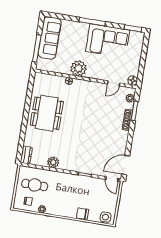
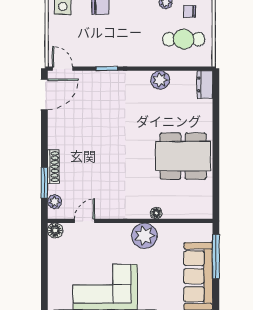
dining table: (47, 113) -> (183, 156), turned 90

